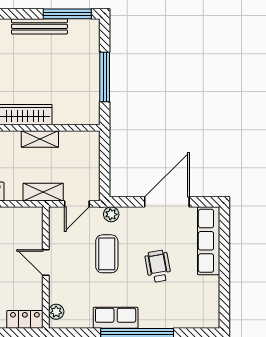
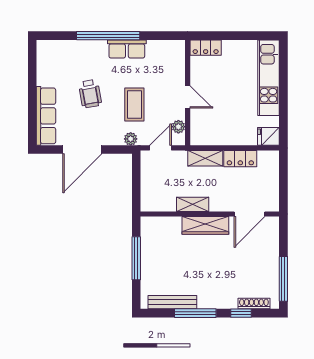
window: (67, 14) -> (195, 313), moved
bench: (39, 26) -> (172, 302), moved
shelving: (43, 192) -> (205, 158), moved
plant: (56, 312) -> (178, 127), moved

